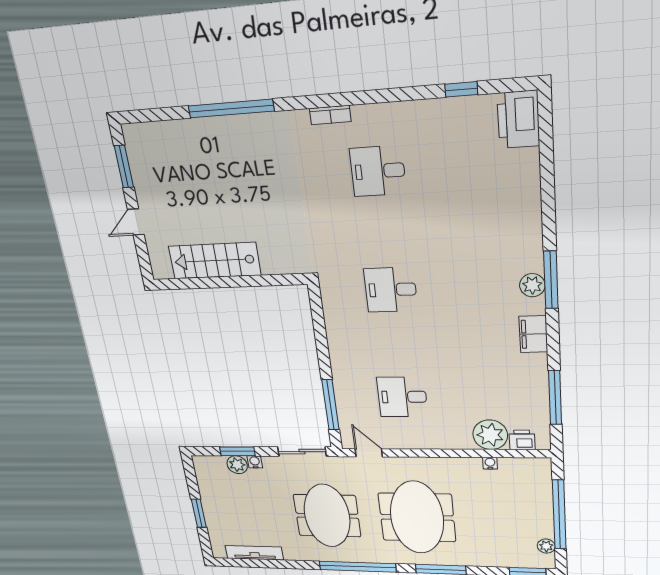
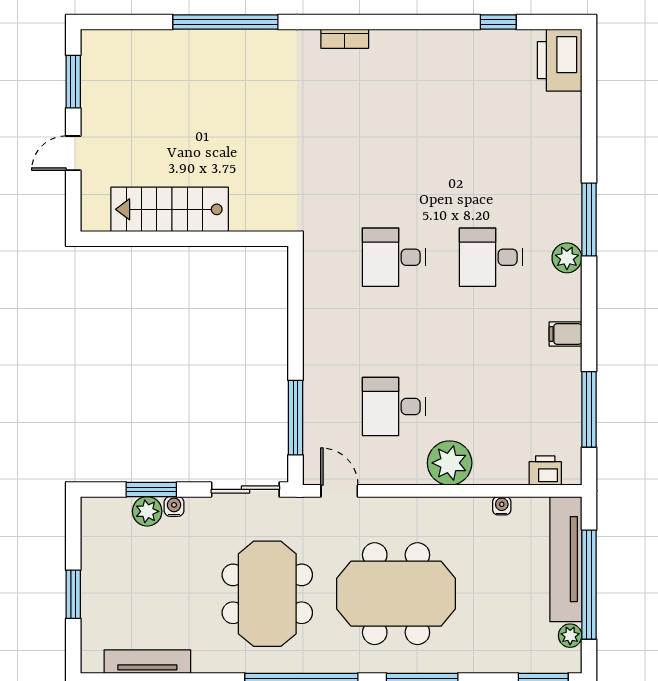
desk: (378, 171) -> (491, 257), moved
window: (551, 280) -> (589, 219), moved
filing cabinet: (533, 334) -> (566, 334), width x0.50
plant: (490, 435) -> (450, 463), moved
tv unit: (541, 498) -> (566, 559), added
meeting table: (417, 517) -> (396, 594), turned 90

